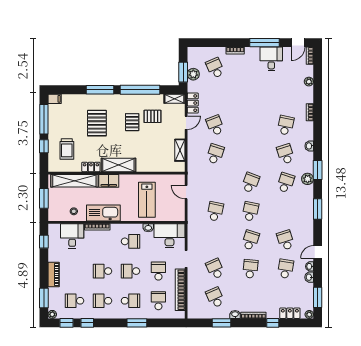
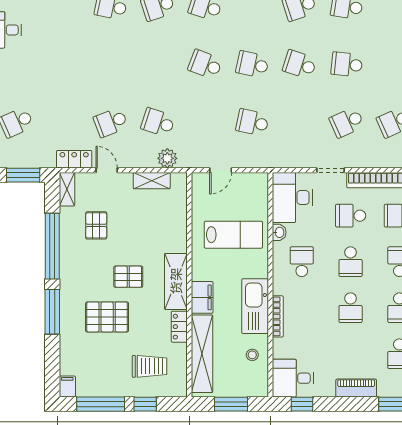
plant: (193, 74) -> (167, 158), moved
pallet: (132, 122) -> (128, 277), moved
desk: (72, 236) -> (293, 378), moved

